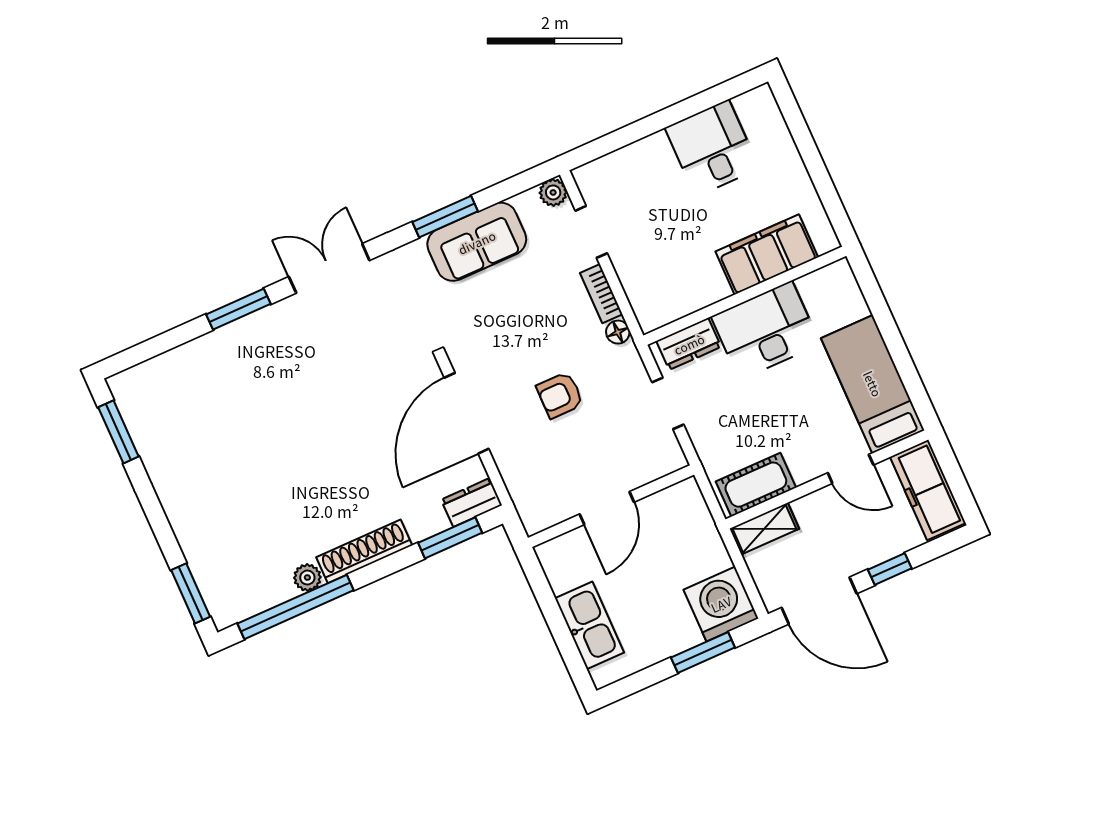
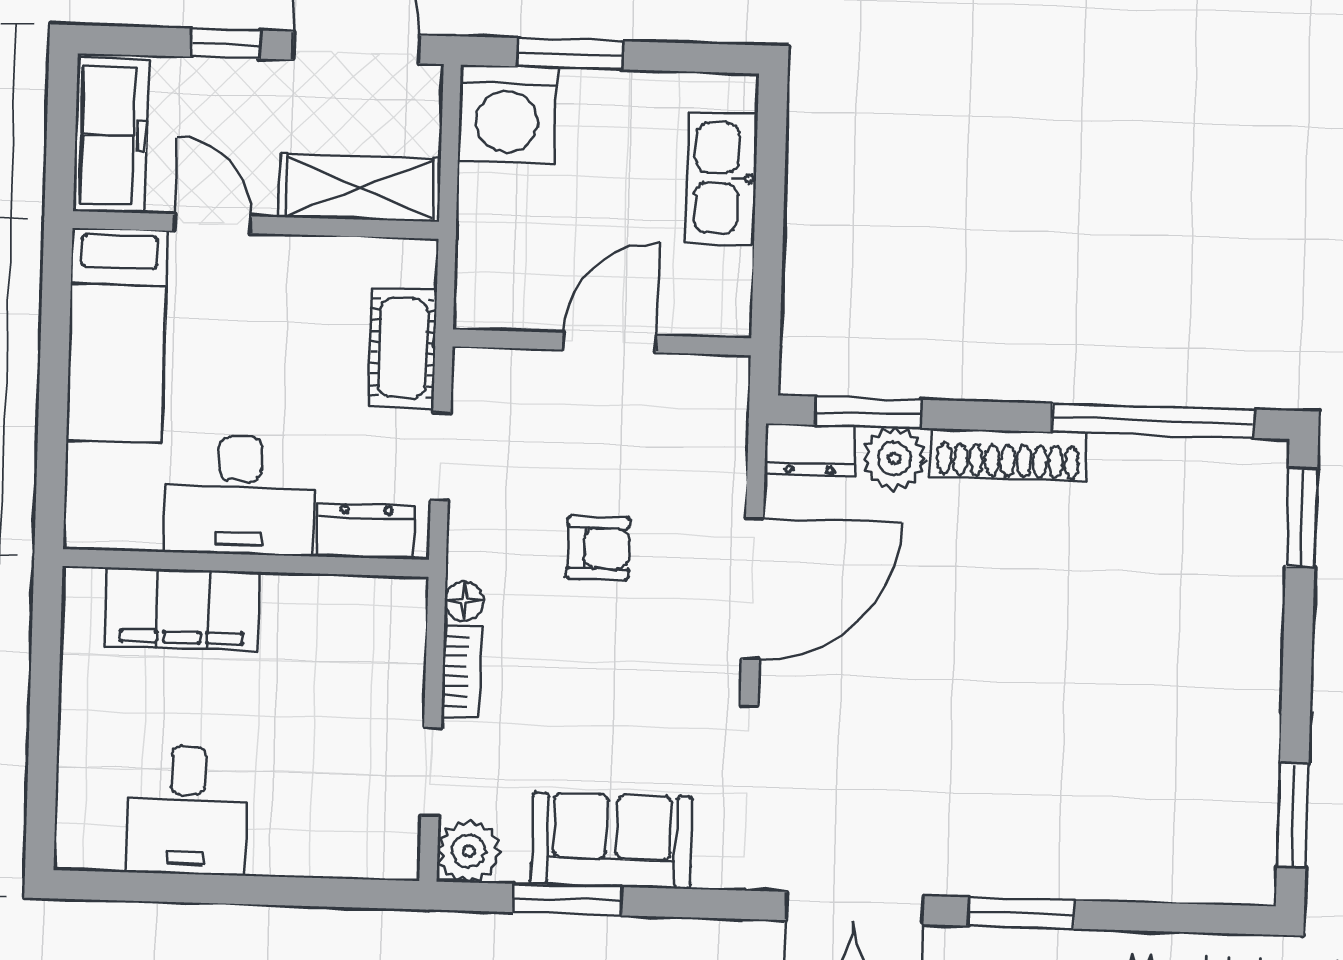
plant: (553, 192) -> (469, 851), width x1.38, depth x1.38
window: (445, 217) -> (567, 900), moved
cot: (756, 485) -> (403, 348), moved, turned 90
shelving: (764, 529) -> (360, 187), width x1.50, depth x1.33
plant: (307, 578) -> (894, 459), moved, width x1.38, depth x1.38

